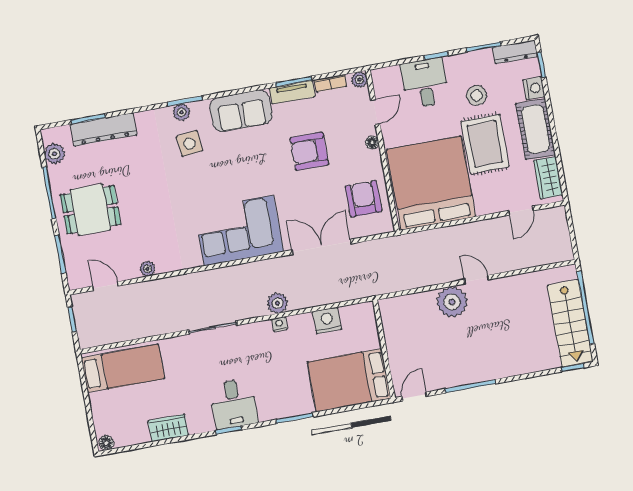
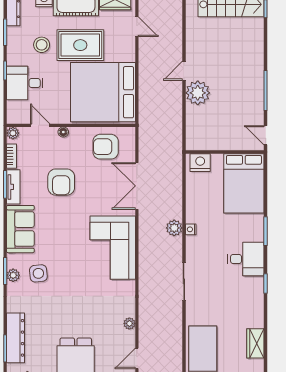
nightstand: (327, 320) -> (200, 163), moved, turned 90
desk: (234, 404) -> (246, 259), moved
wardrobe: (168, 428) -> (255, 343), moved

